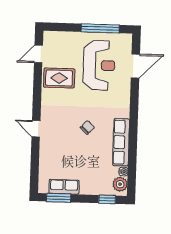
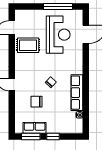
chair: (68, 152) -> (37, 102), added
plant: (120, 184) -> (77, 125), removed
window: (107, 199) -> (53, 136), moved

